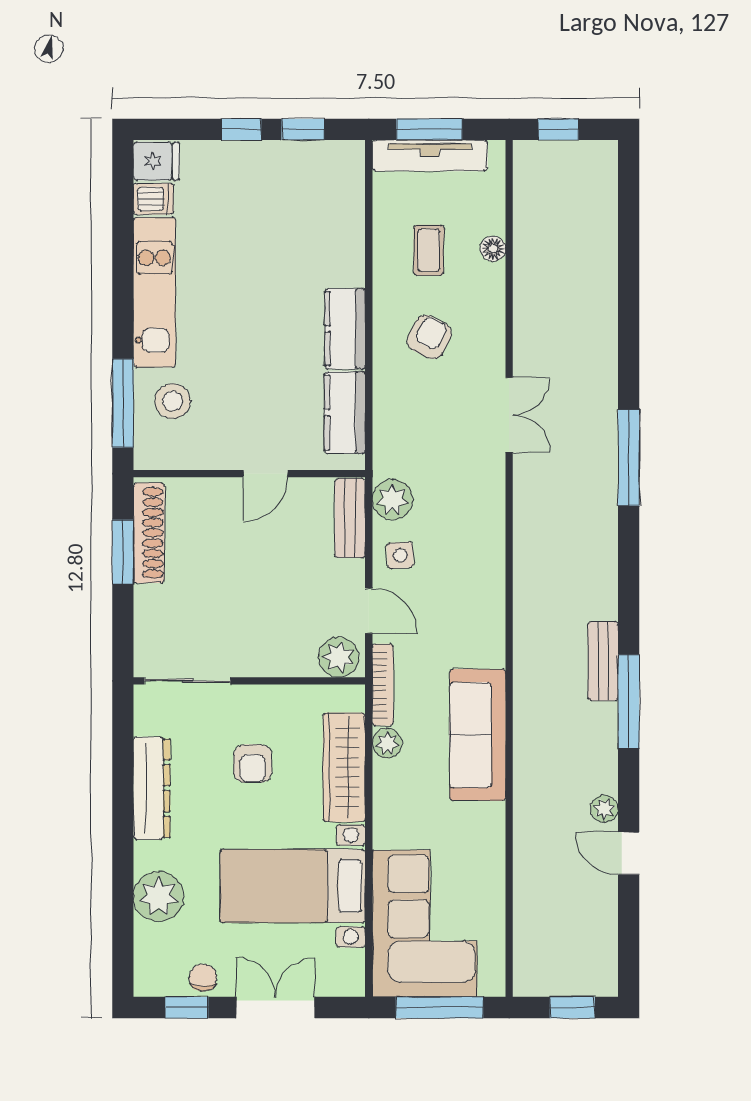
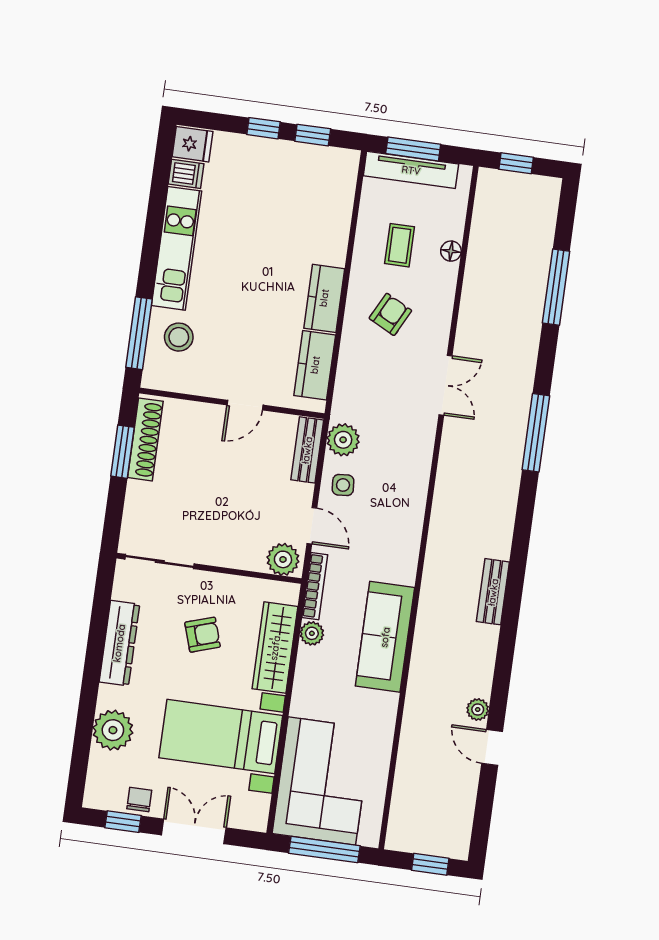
window: (629, 701) -> (556, 287), moved
armchair: (253, 764) -> (203, 635), turned -108

